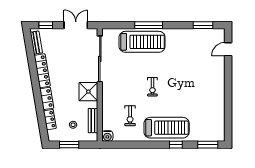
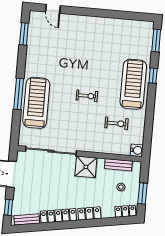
locker: (50, 120) -> (125, 211), moved

